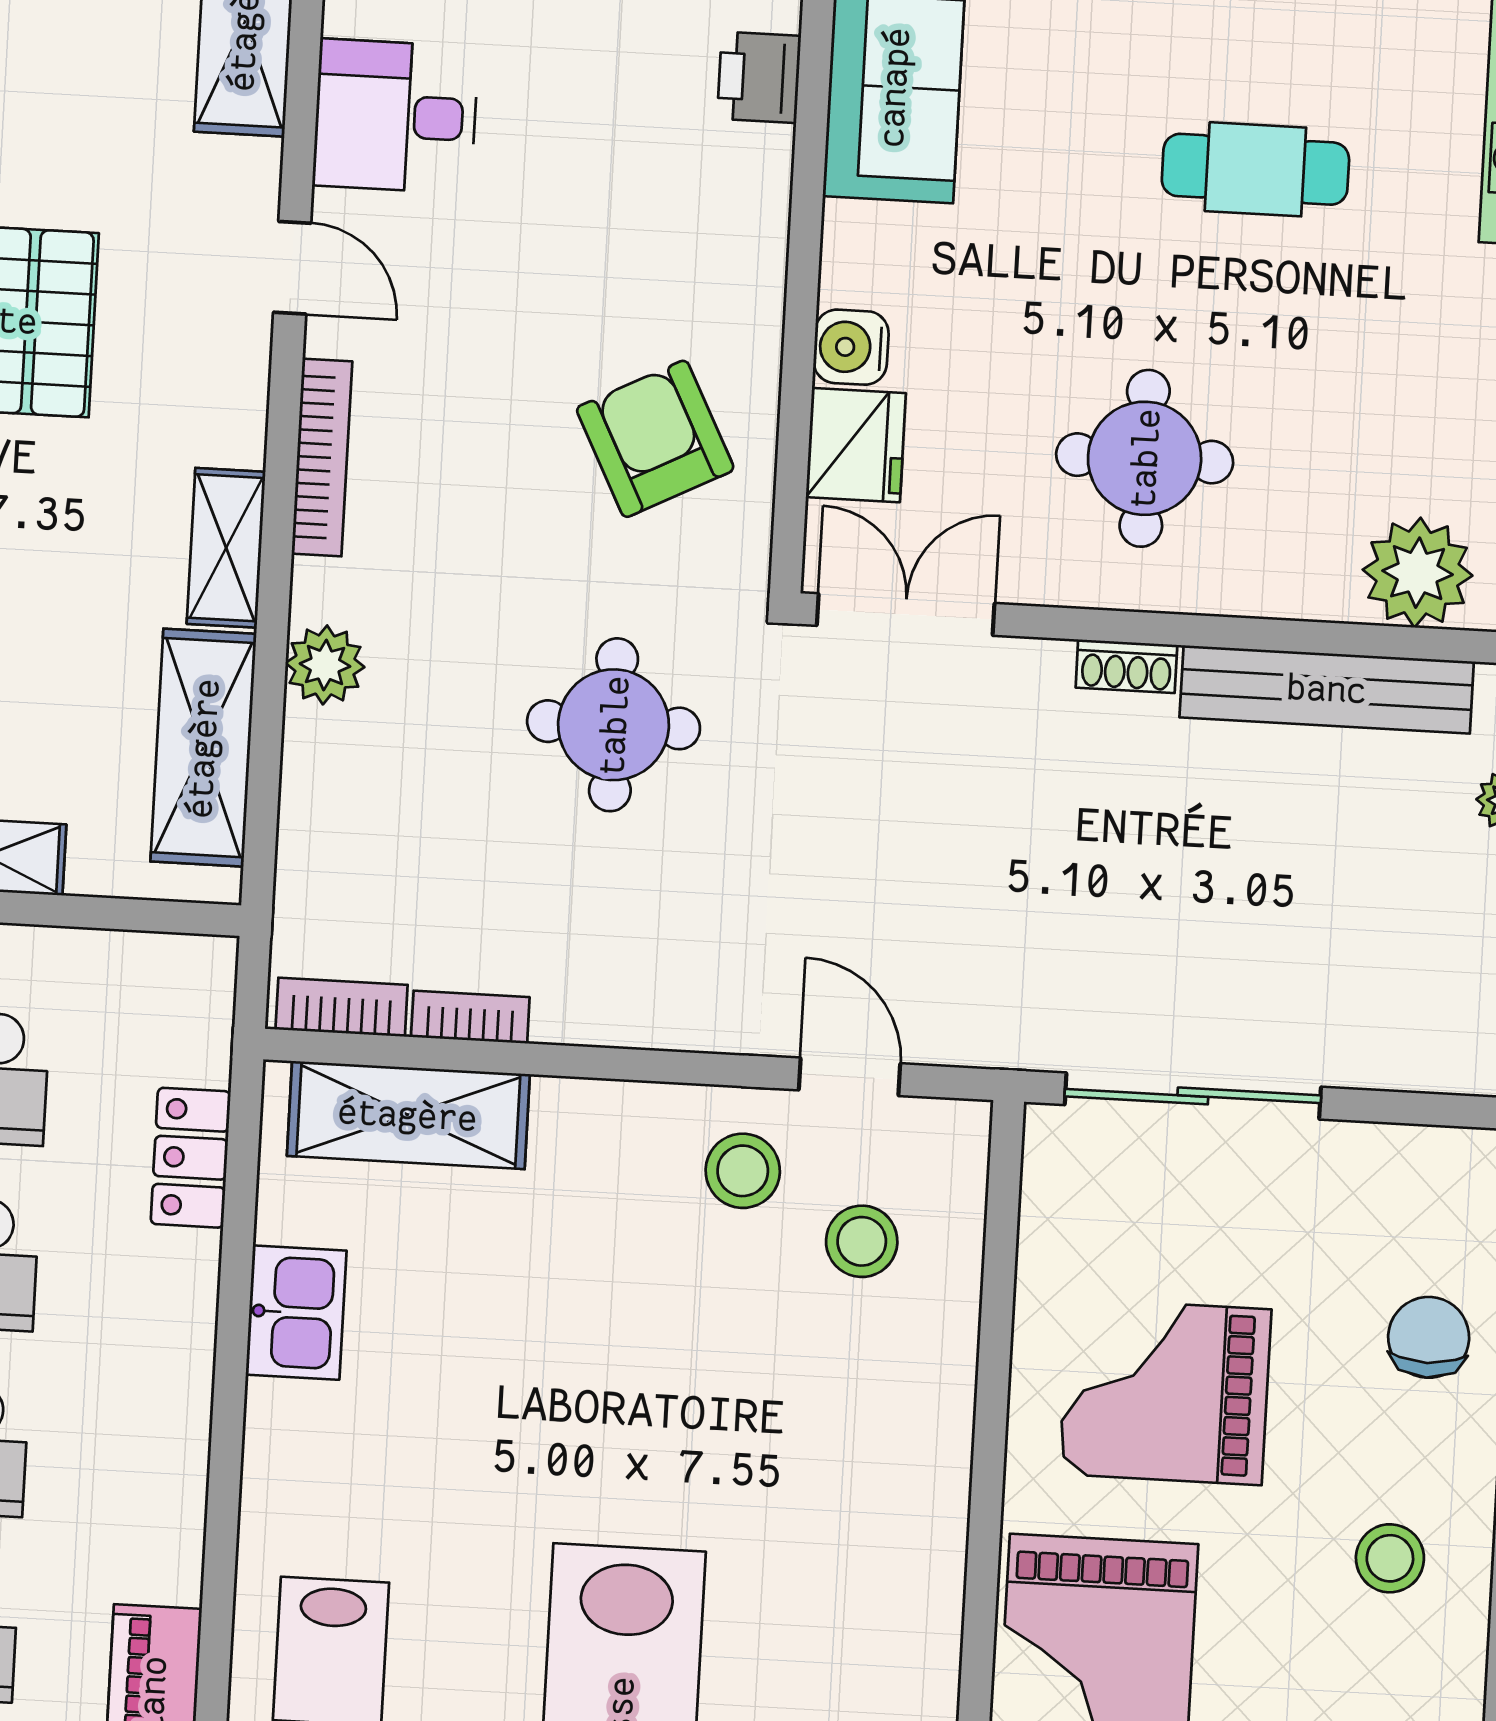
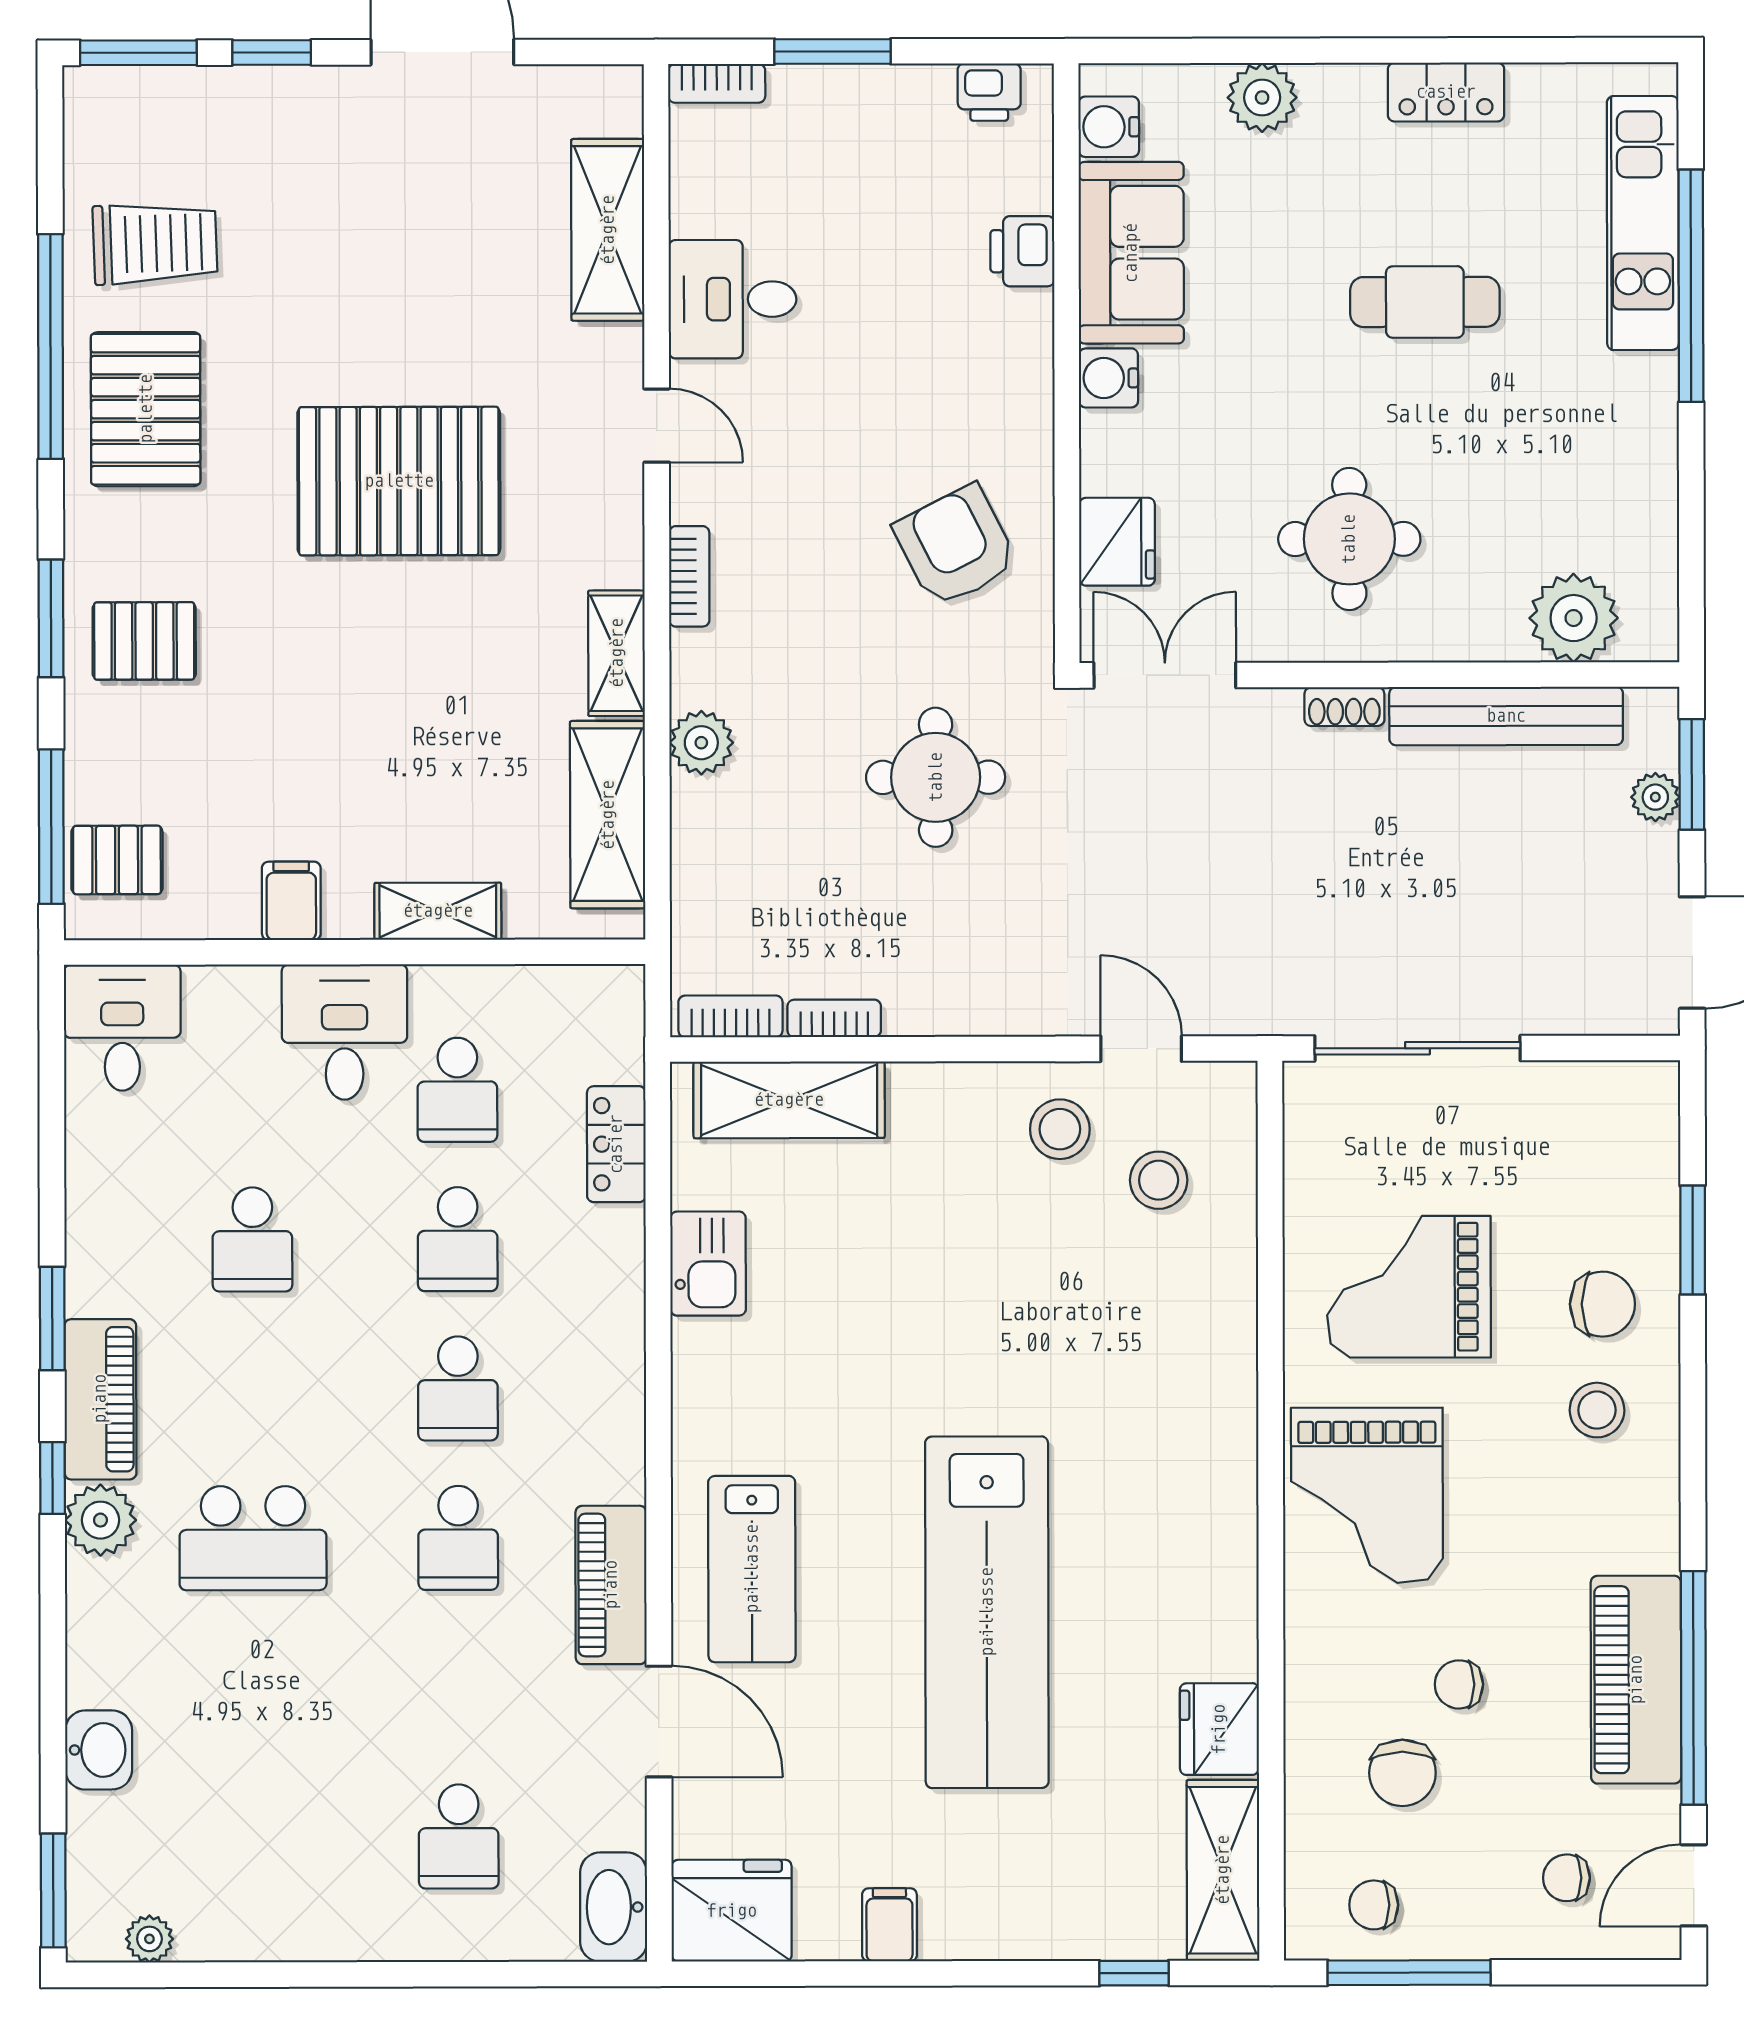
water cooler: (851, 347) -> (1108, 378), moved
bookcase: (322, 457) -> (689, 576), width x0.64
chair: (1429, 1337) -> (1602, 1304), moved, turned 90

